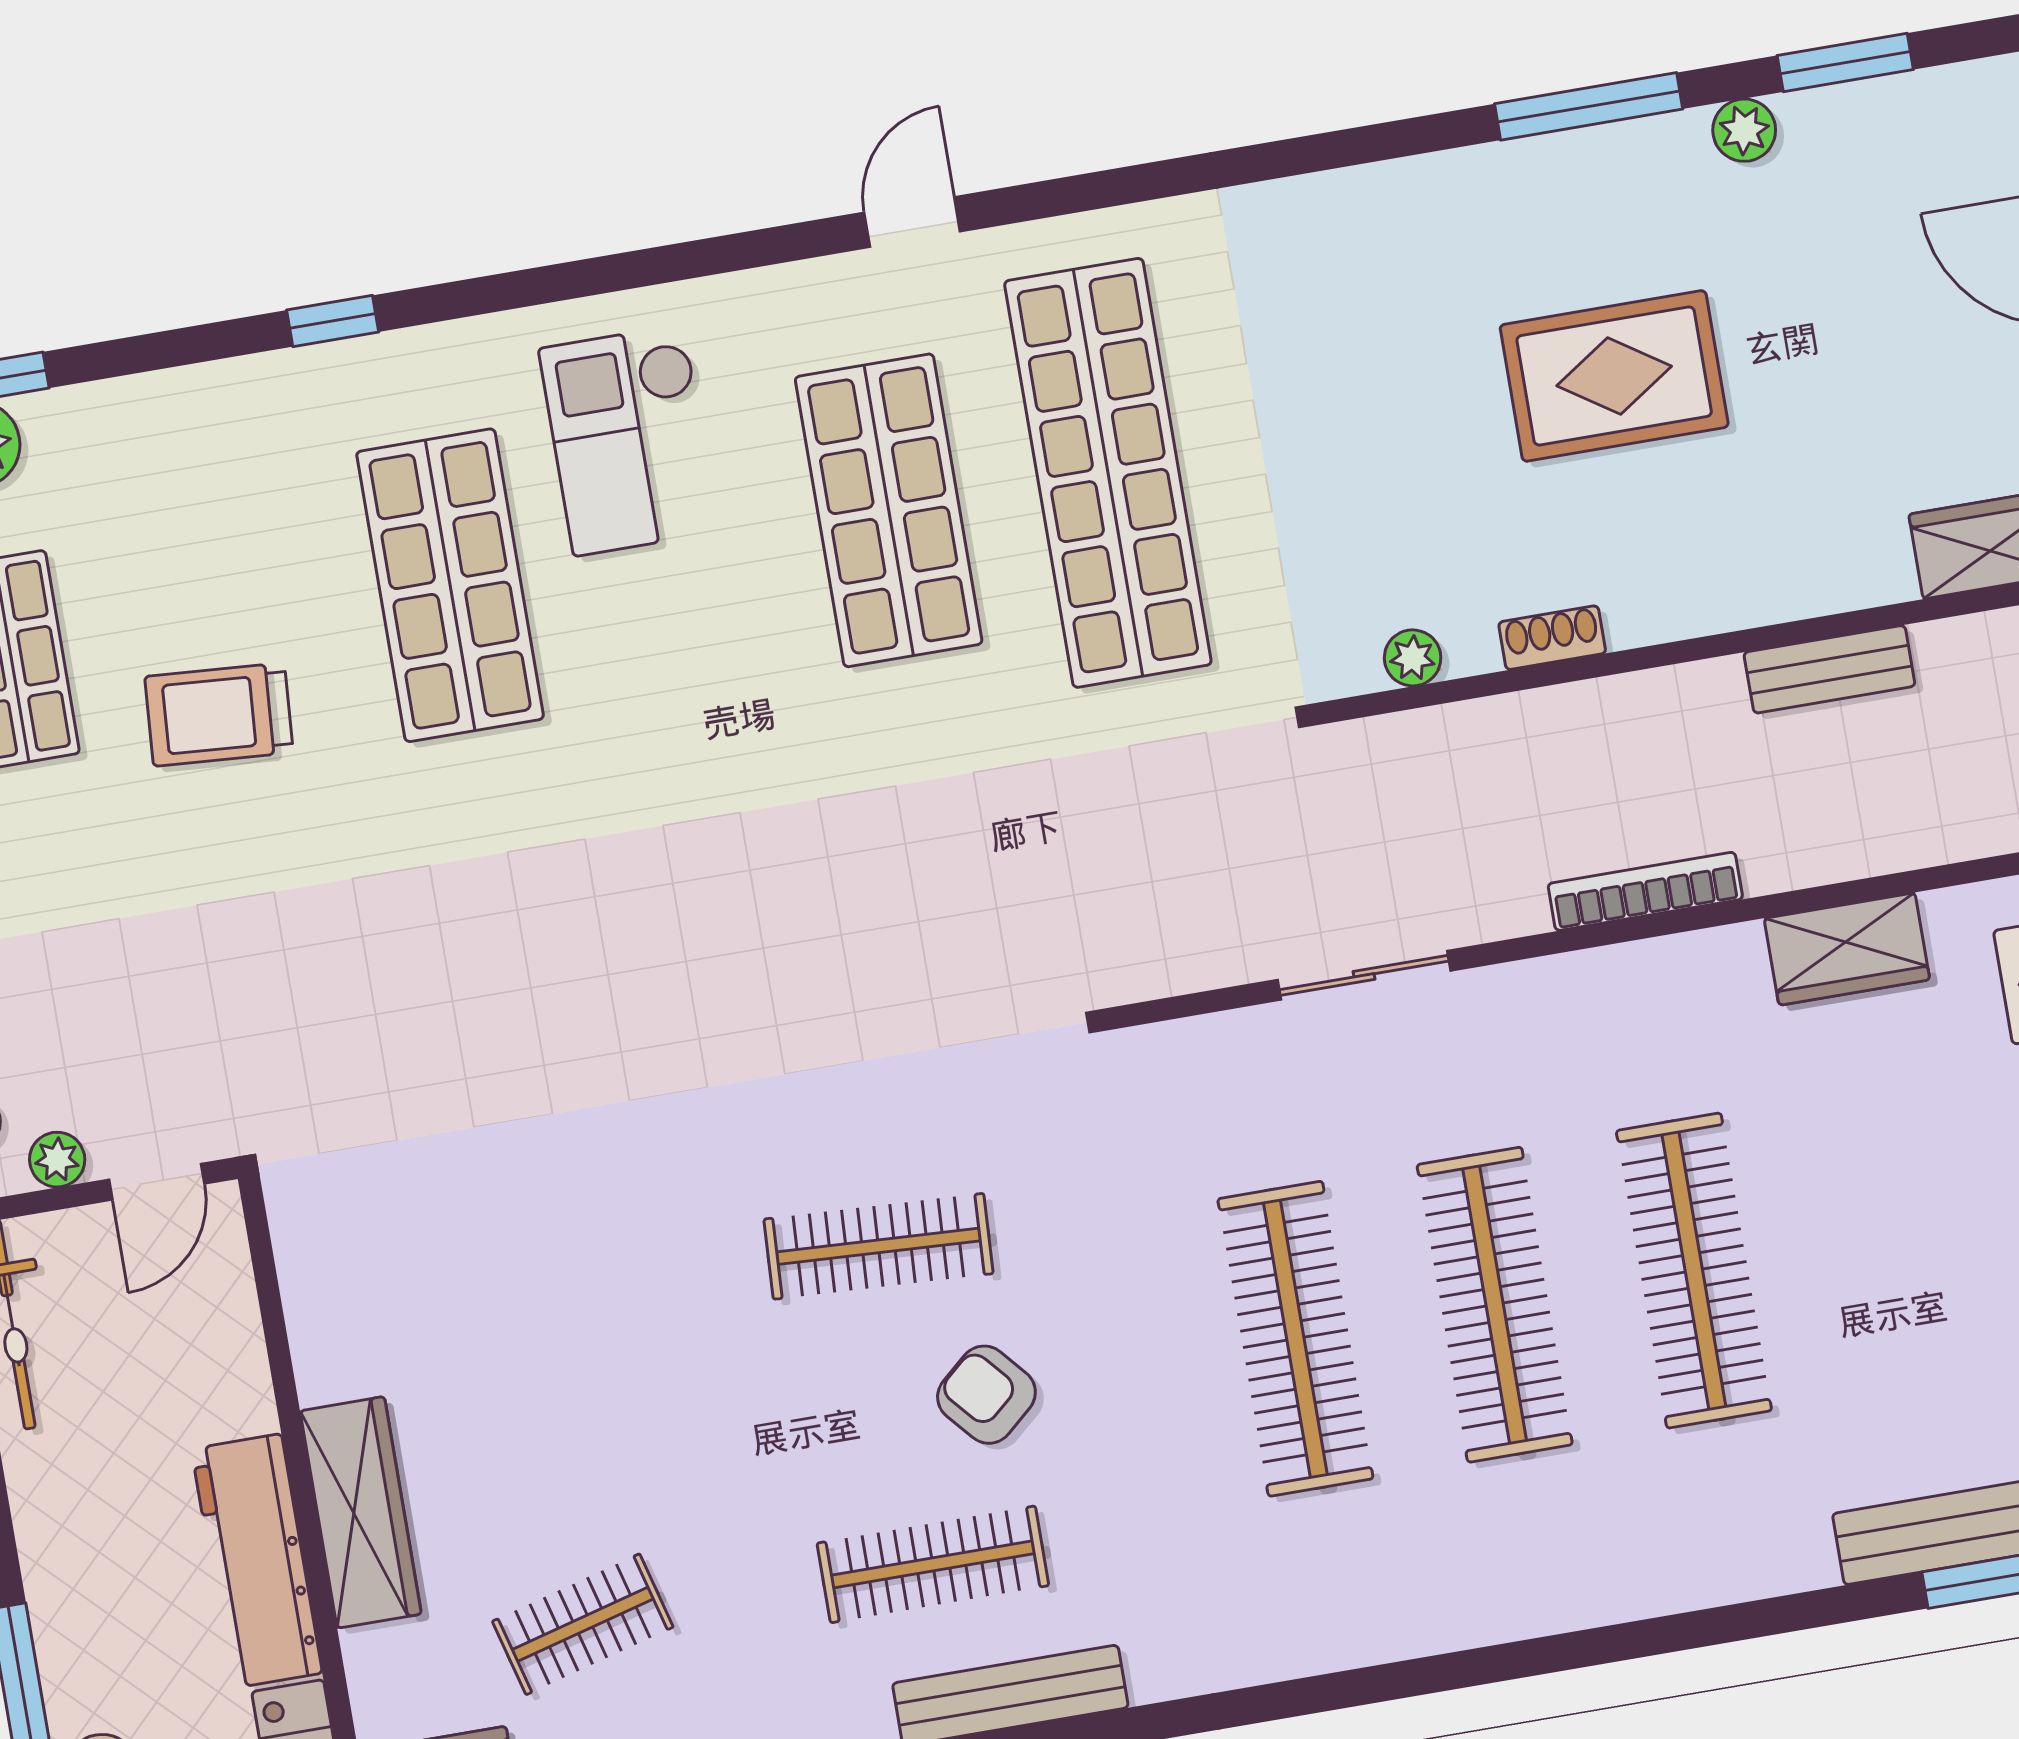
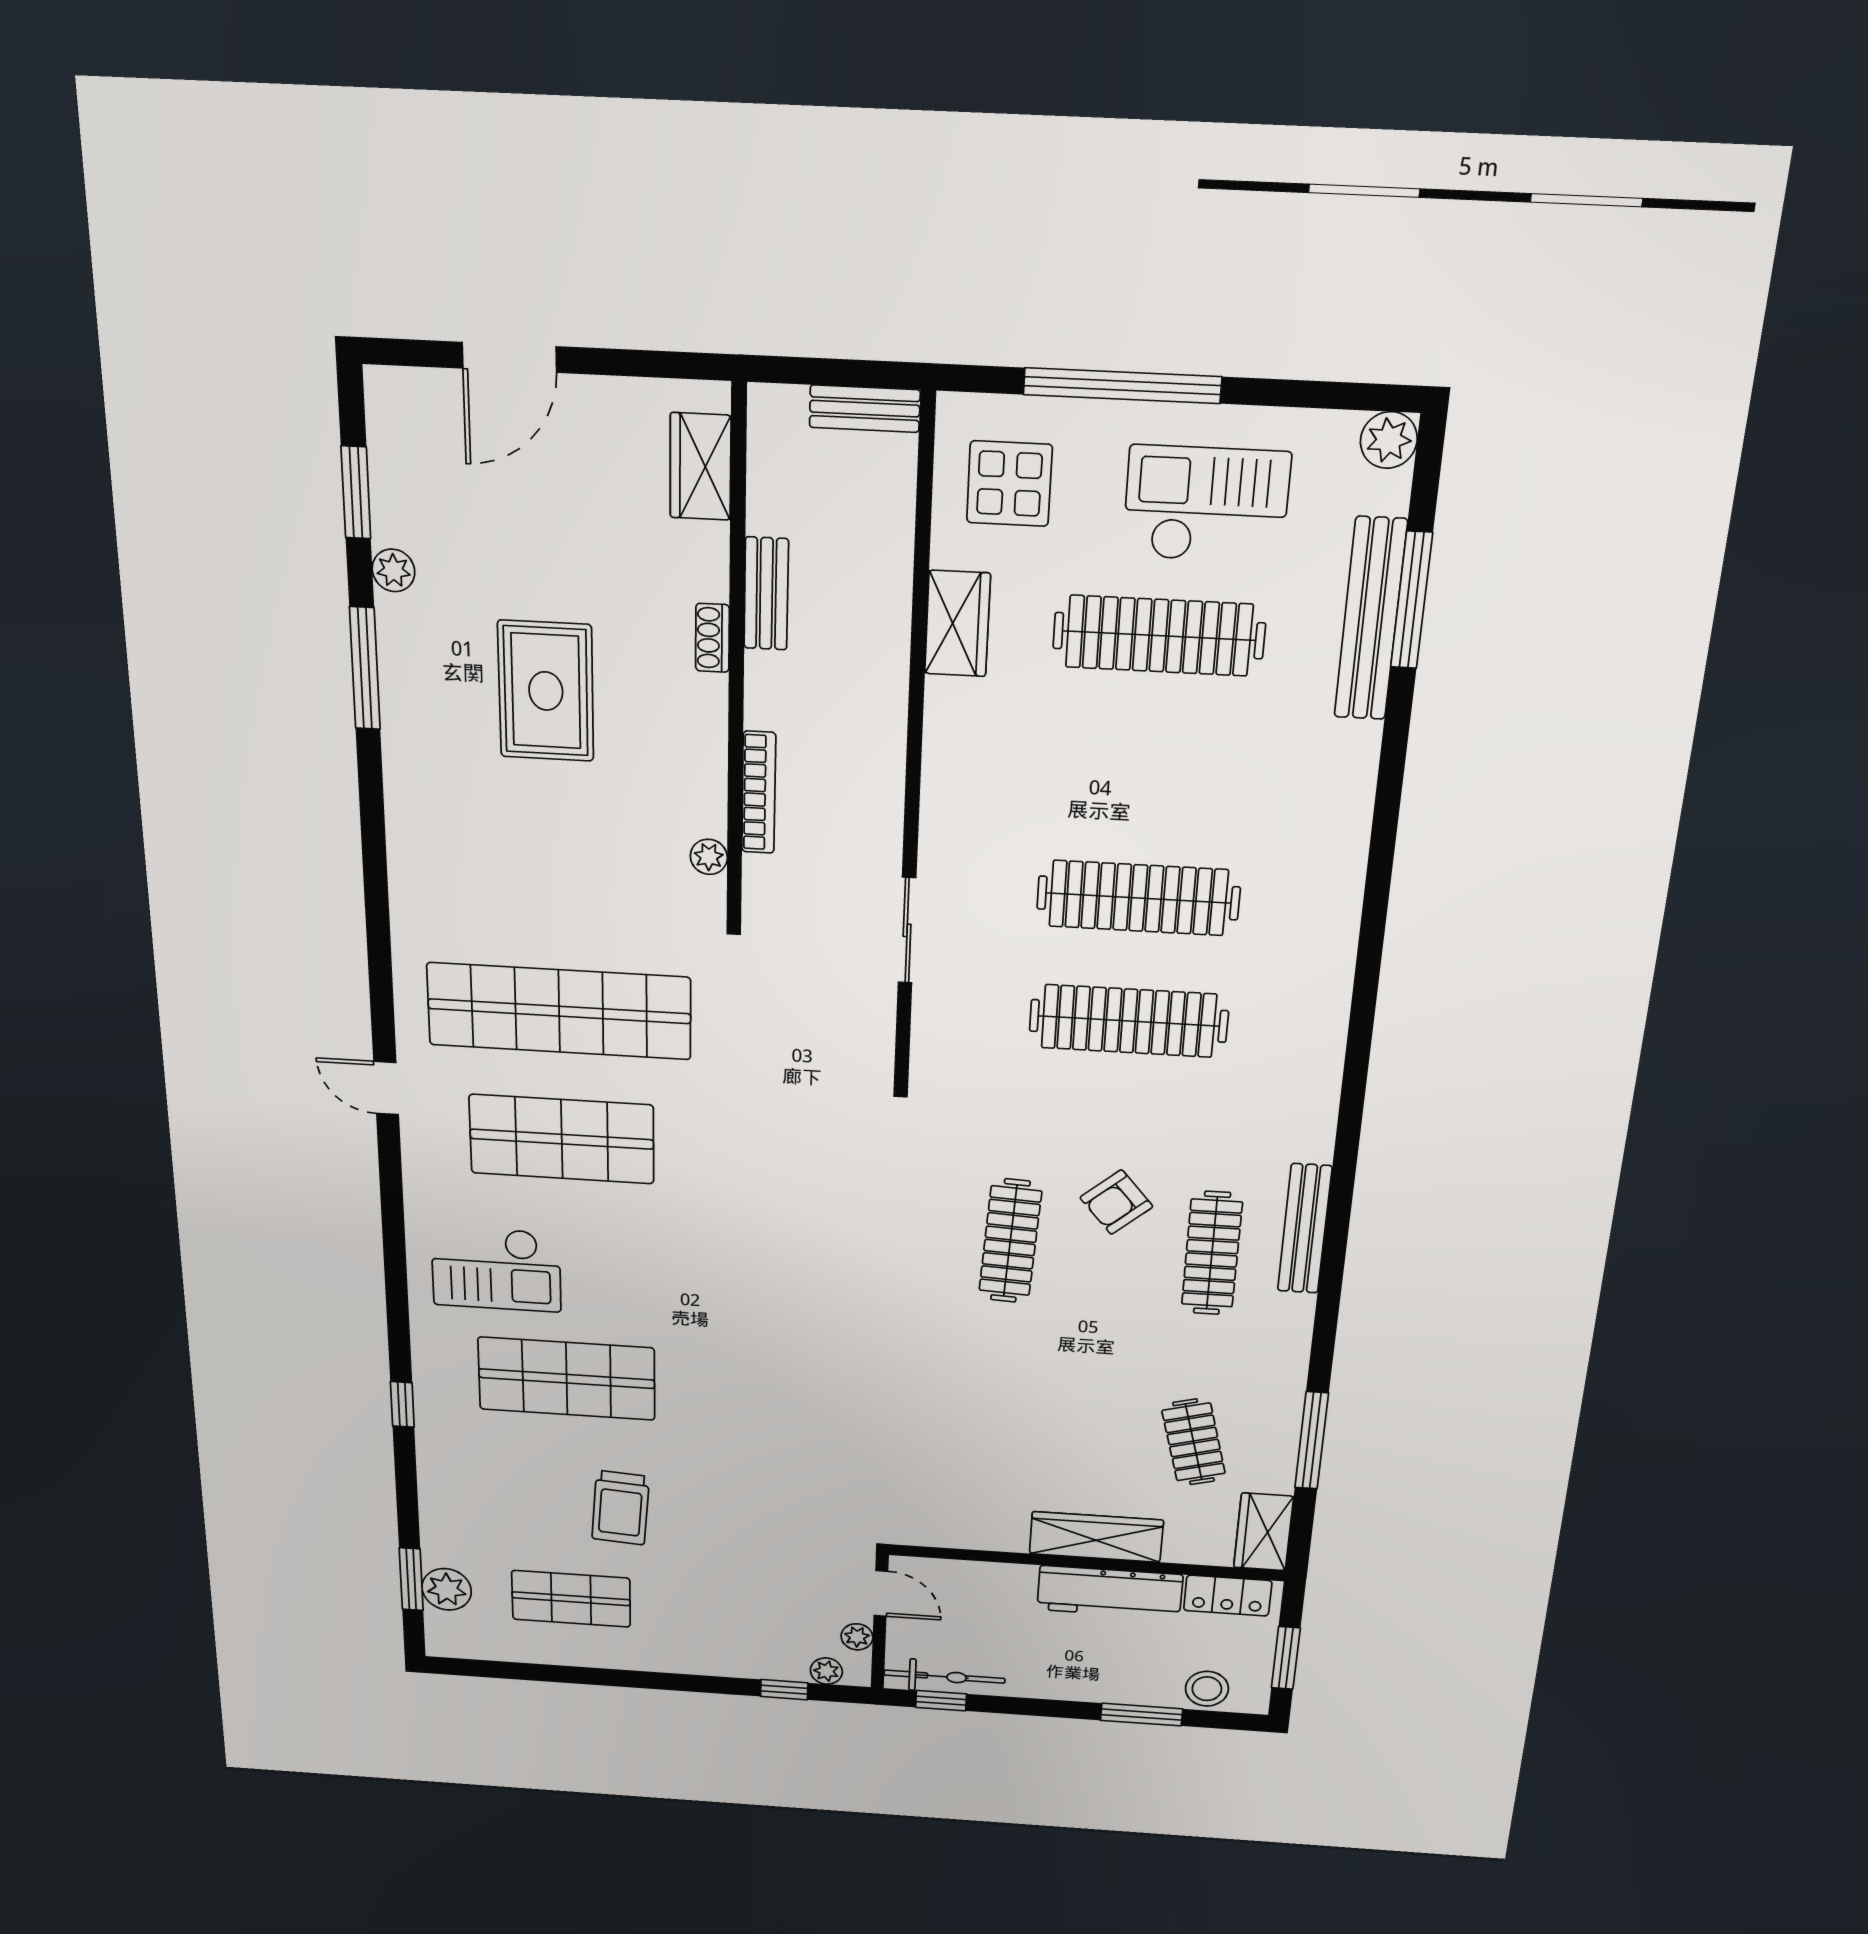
shoe rack: (1552, 638) -> (712, 638), moved
bookcase: (1645, 891) -> (759, 792), moved, turned 180
clothes rail: (1694, 1271) -> (1159, 636), moved

